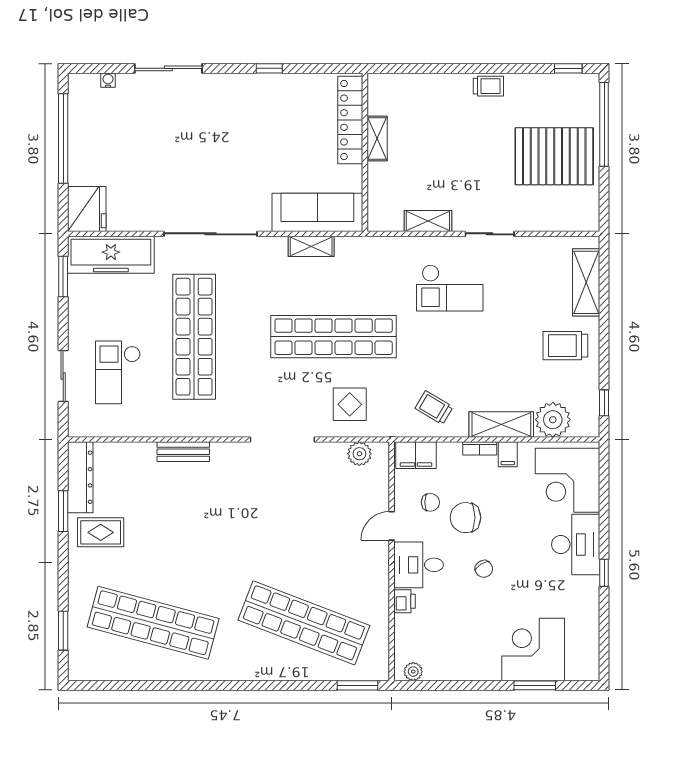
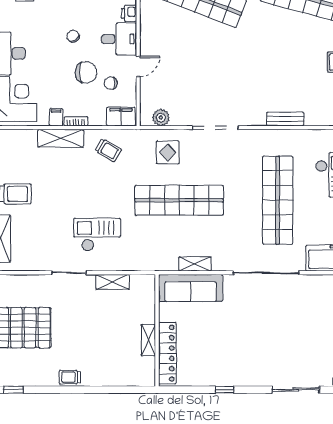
plant: (553, 420) -> (24, 142), removed

